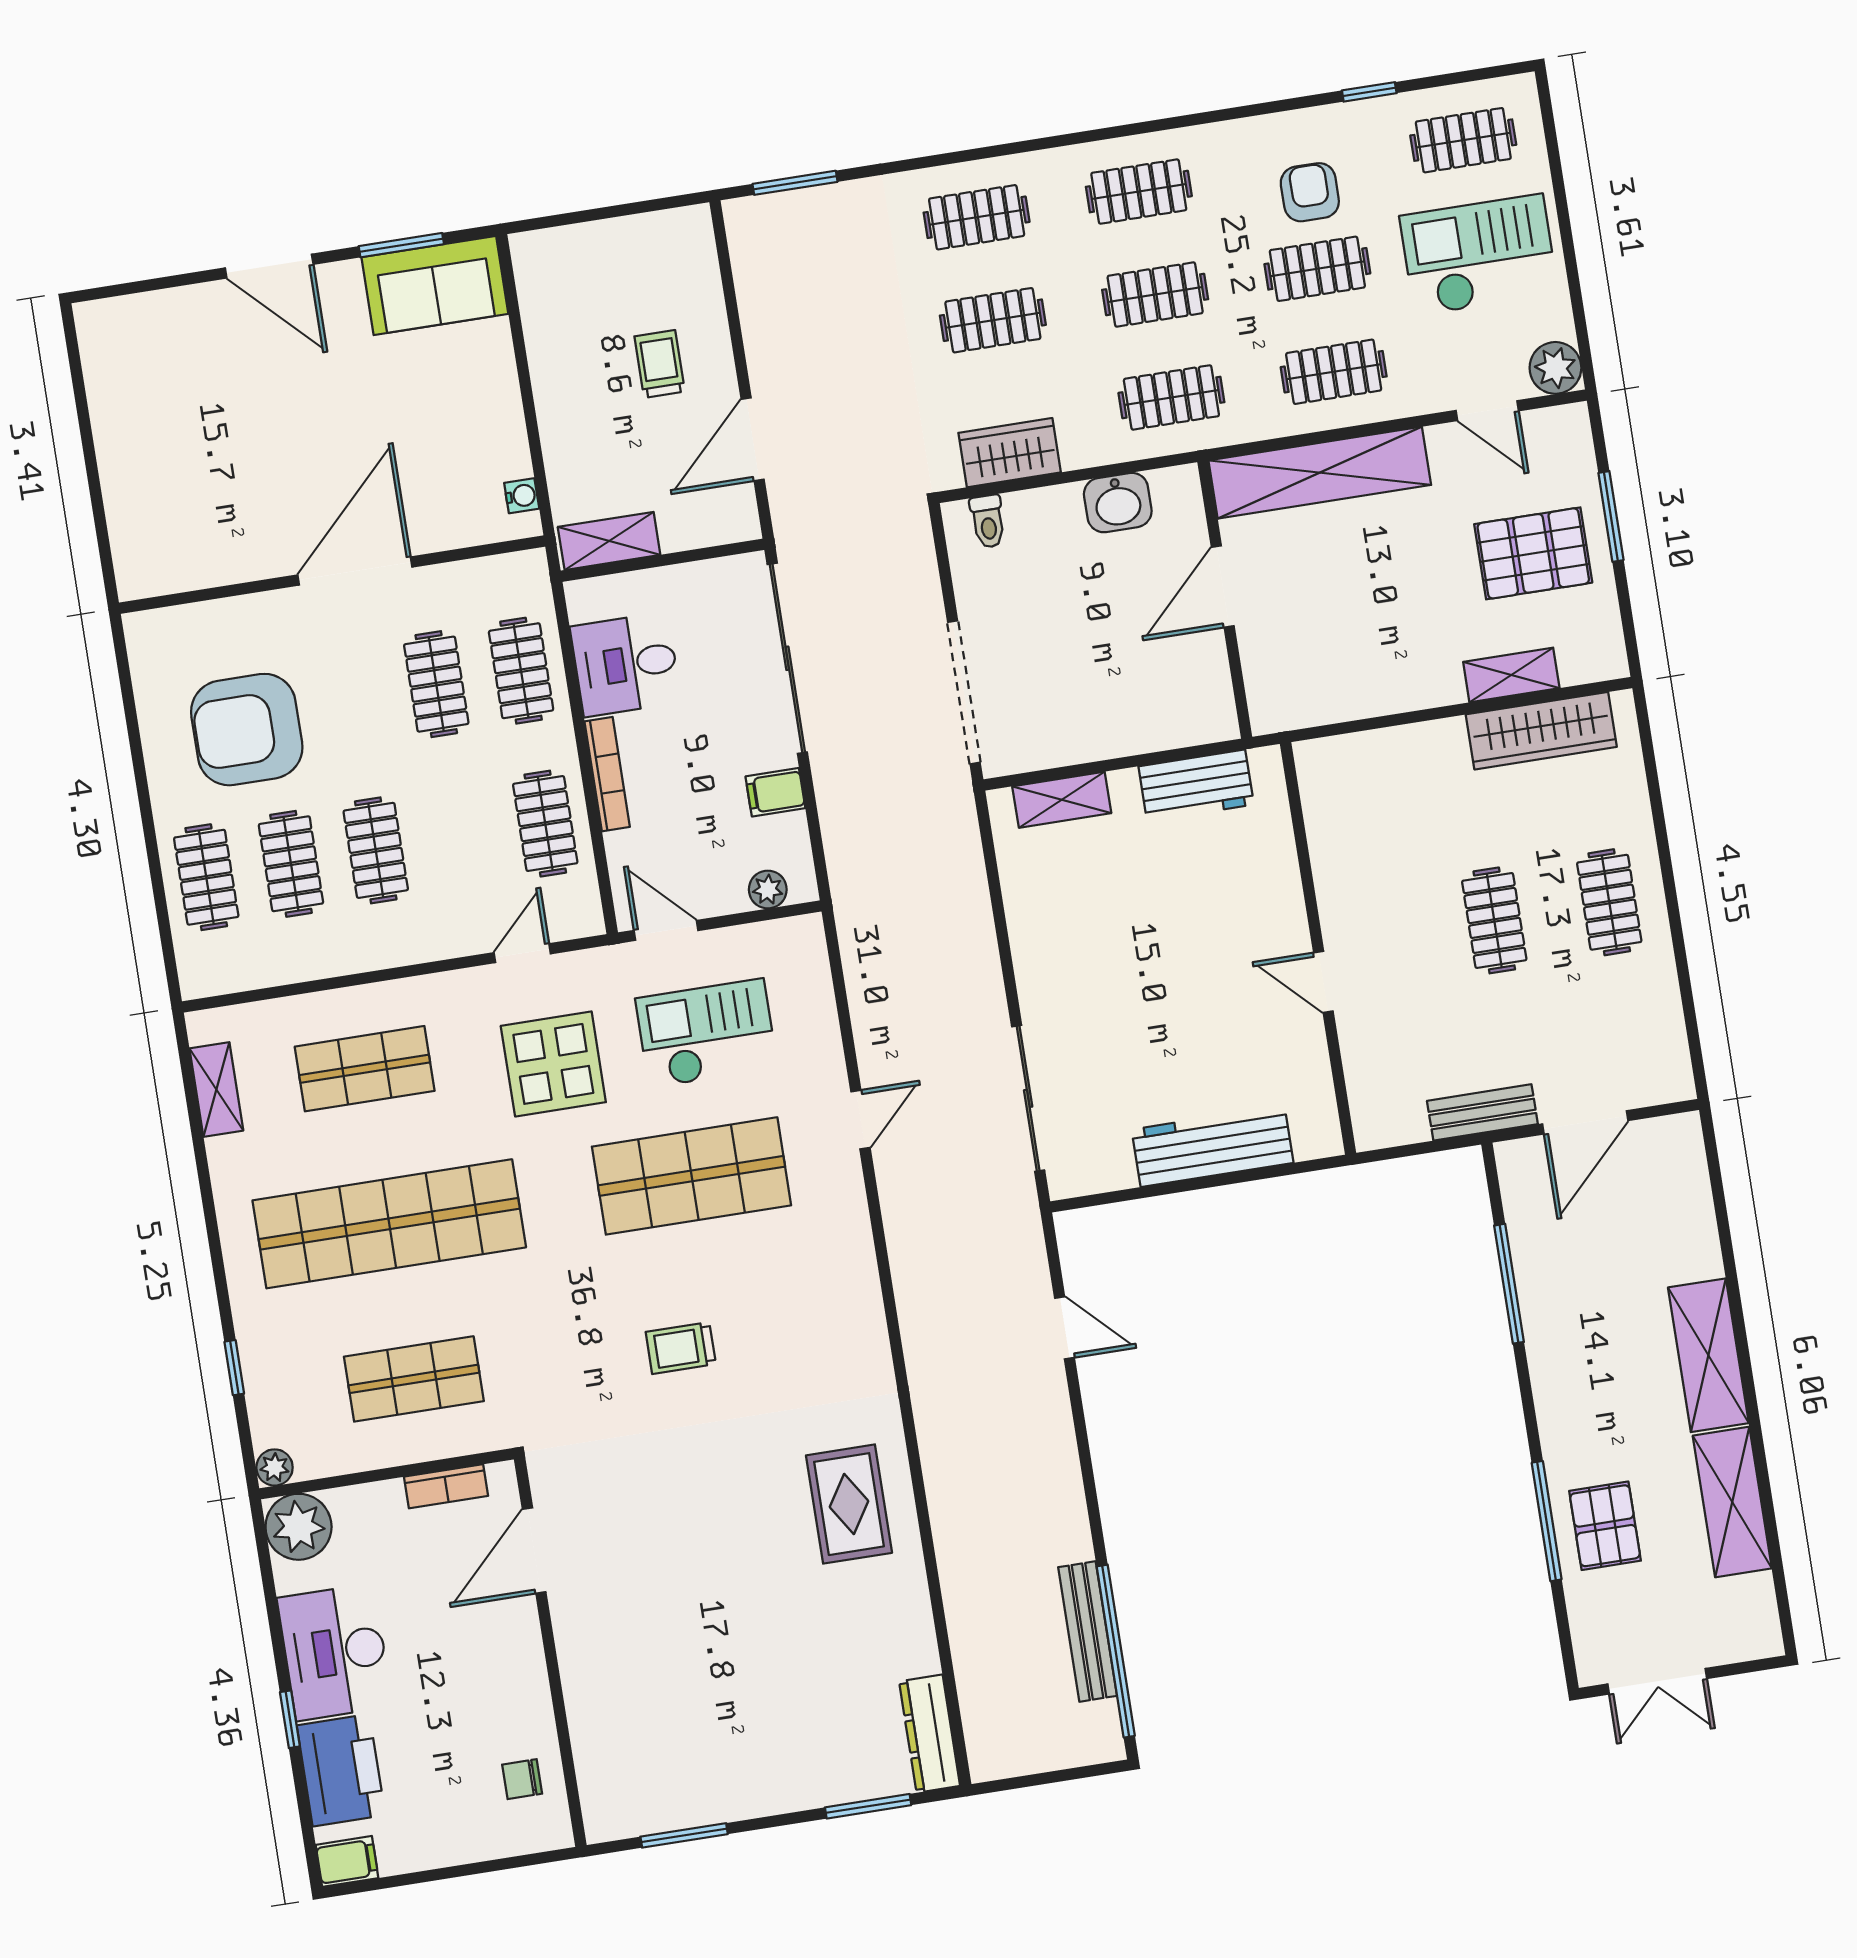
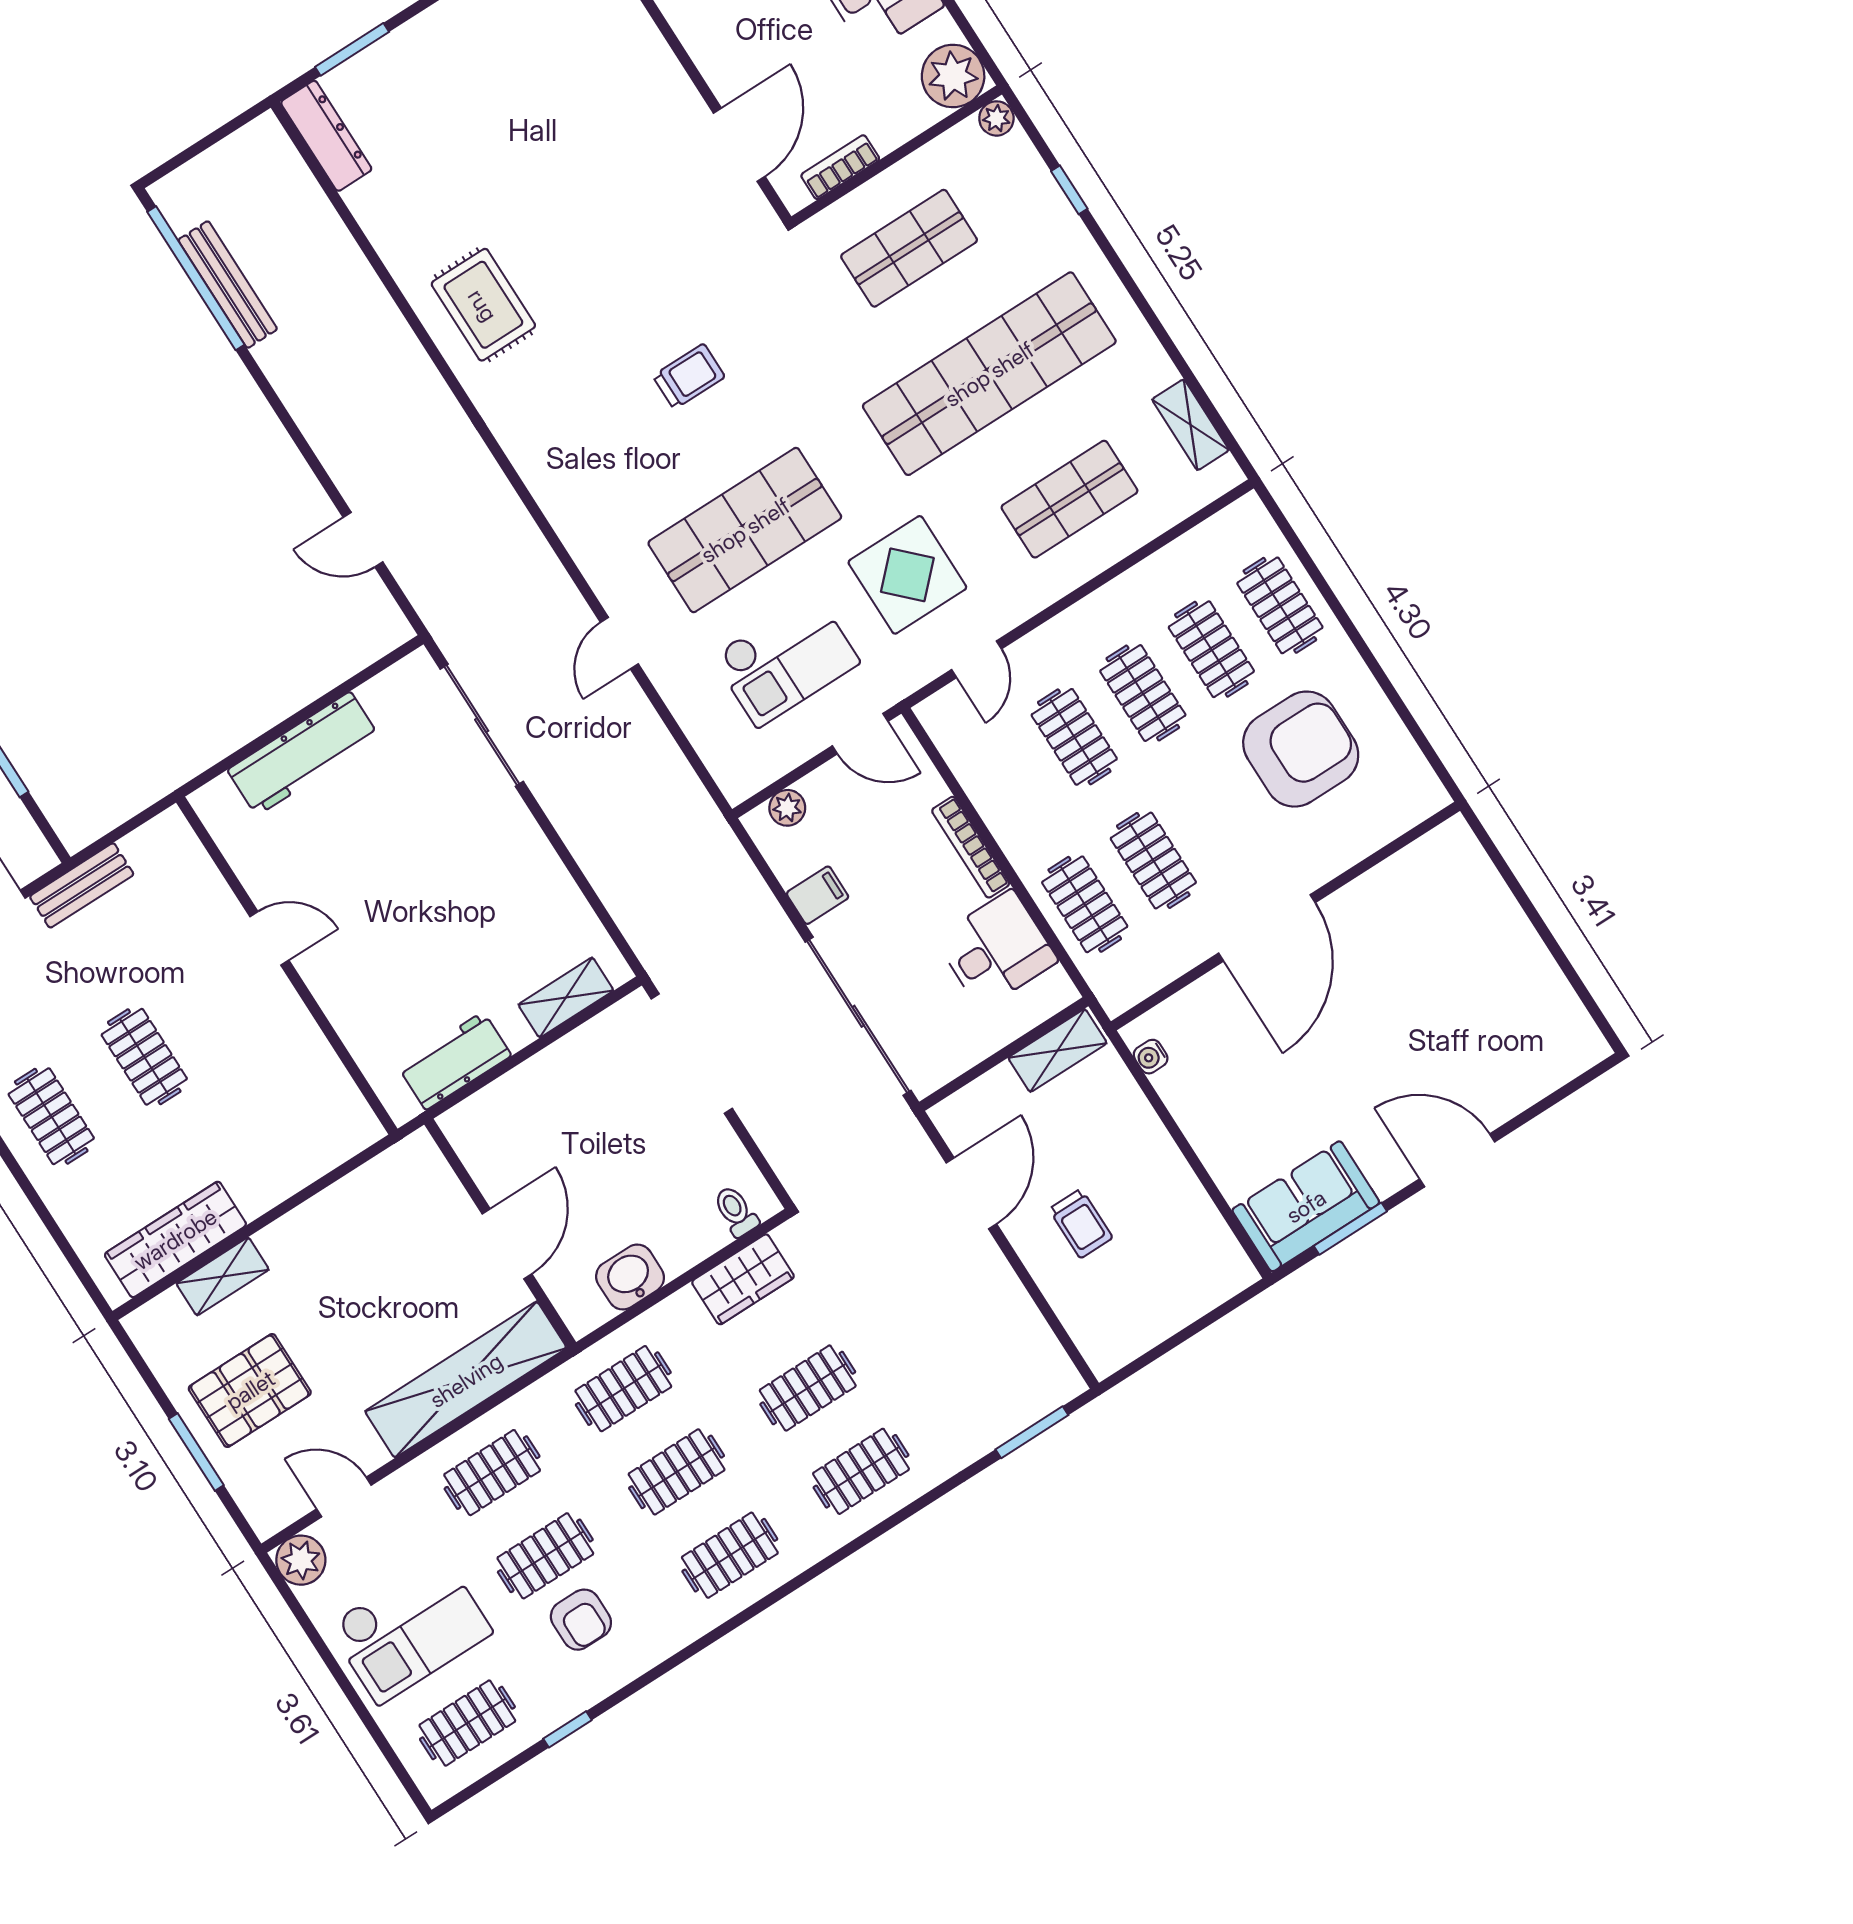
clothes rail: (545, 824) -> (1074, 737), moved

